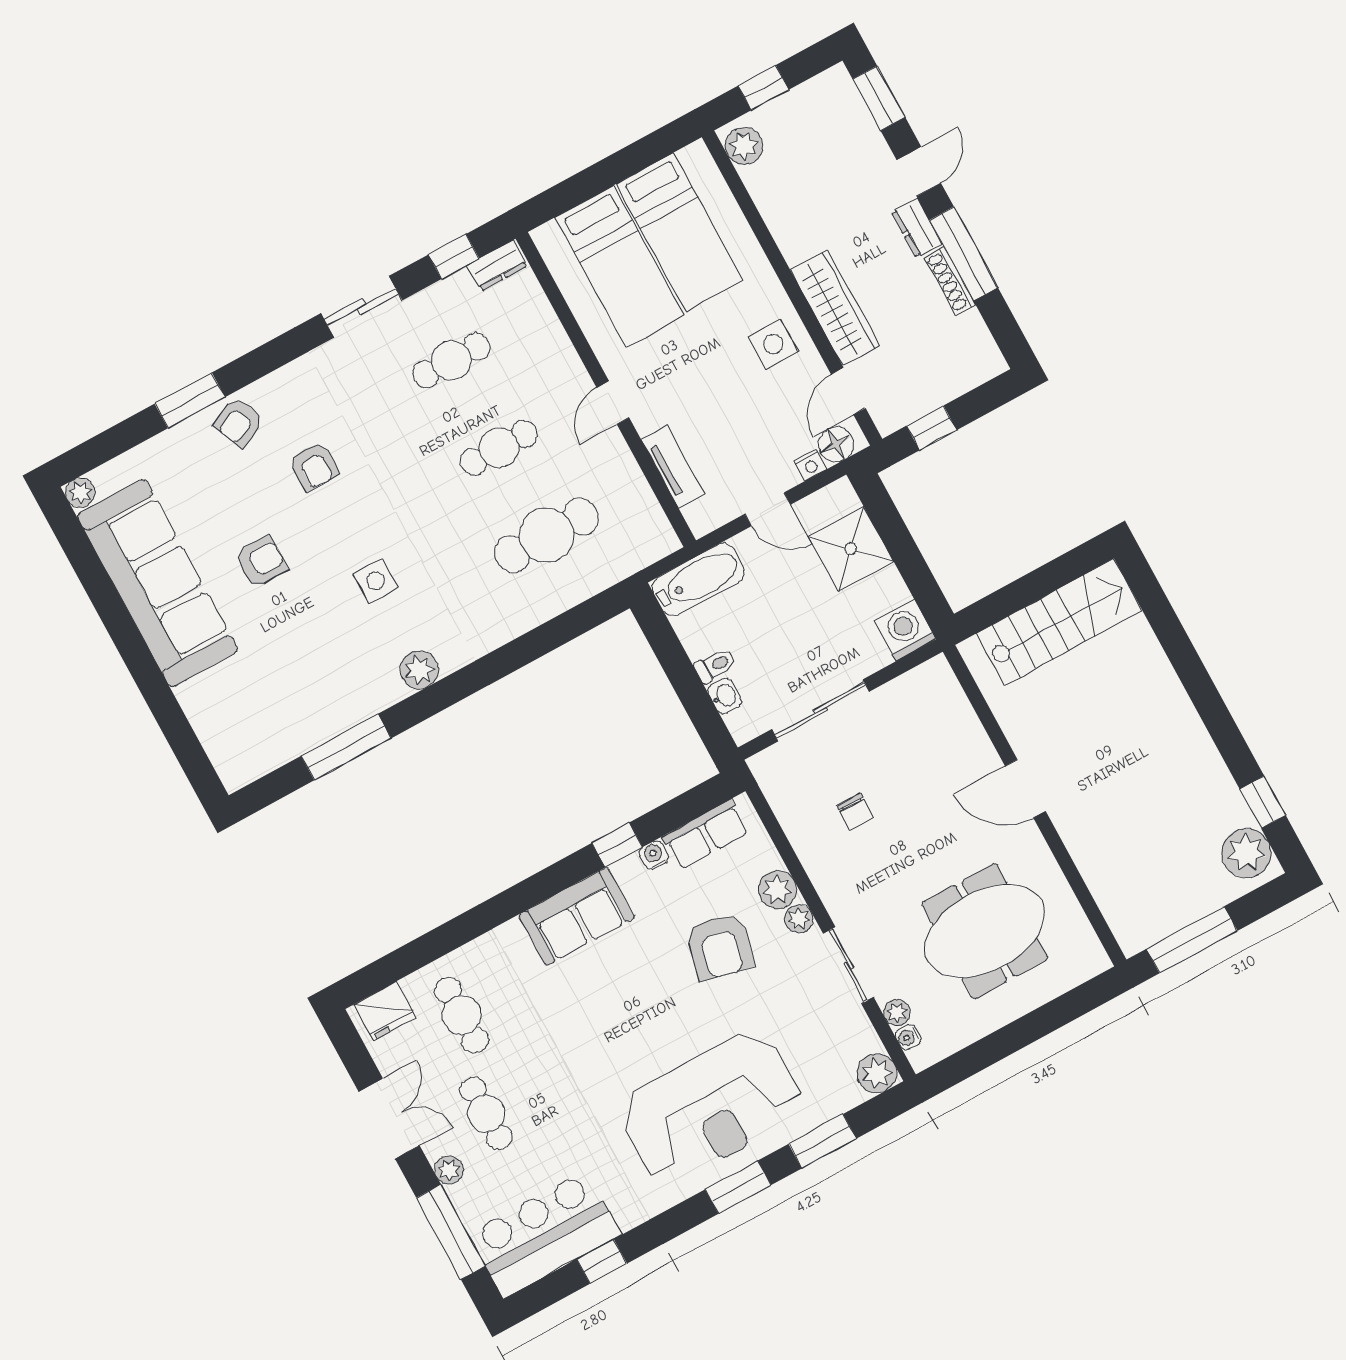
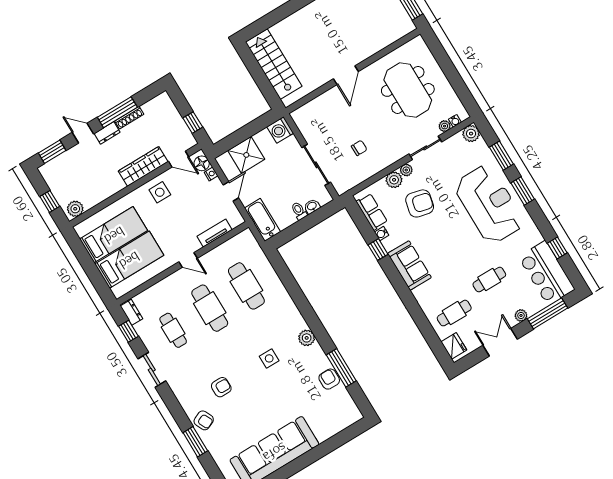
cafe table: (499, 448) -> (210, 308), width x1.37, depth x1.35
armchair: (261, 562) -> (329, 379), moved
cafe table: (486, 1113) -> (489, 280), moved

